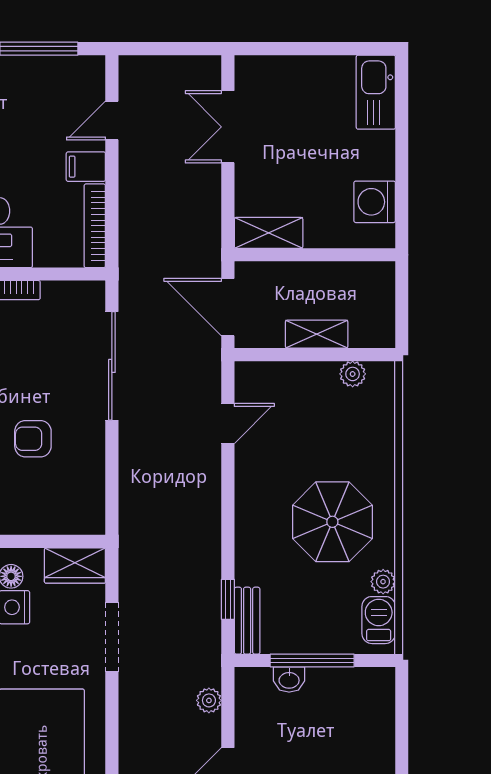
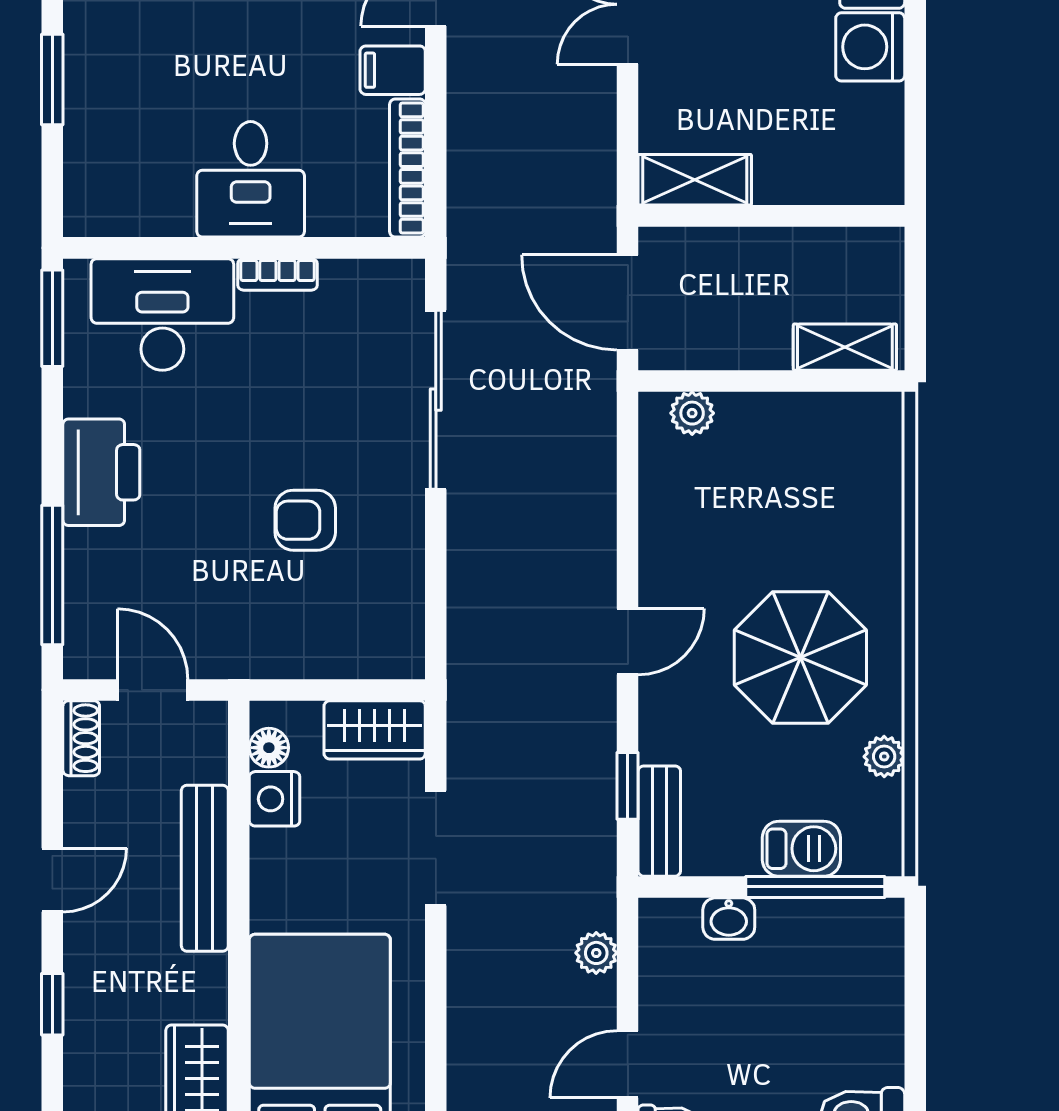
washing machine: (375, 202) -> (870, 47), moved
shelving: (317, 334) -> (845, 347), moved
plant: (353, 374) -> (692, 413), moved
door: (228, 423) -> (628, 642), moved
barbecue: (379, 620) -> (801, 849), moved, turned 90
window: (312, 661) -> (815, 887), moved

